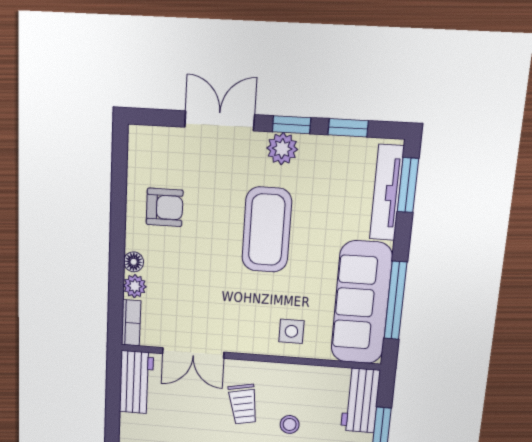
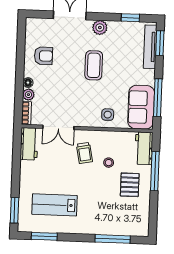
window: (291, 125) -> (104, 17), removed
coffee table: (267, 230) -> (94, 65), width x0.73, depth x0.76
sofa: (362, 303) -> (141, 107), width x0.73

